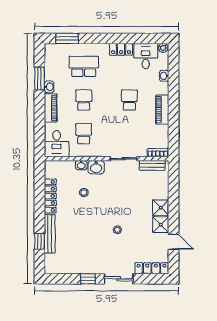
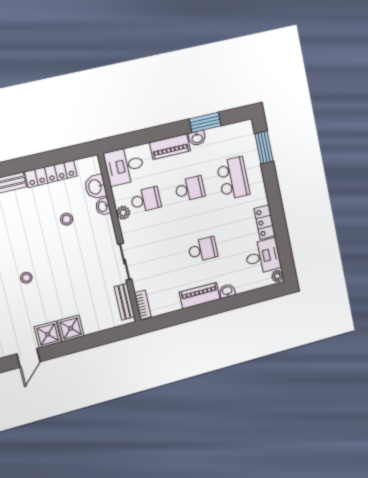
washbasin: (164, 76) -> (227, 291), moved
plant: (89, 152) -> (123, 213), added
washbasin: (96, 167) -> (95, 187), moved

